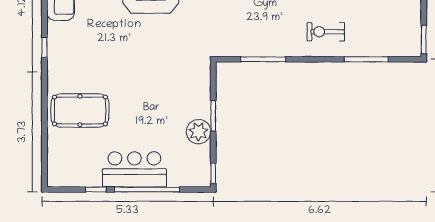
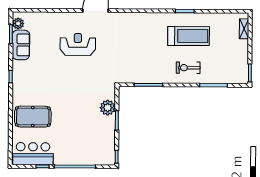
plant: (199, 132) -> (108, 108), moved
bar counter: (134, 169) -> (33, 154), moved

